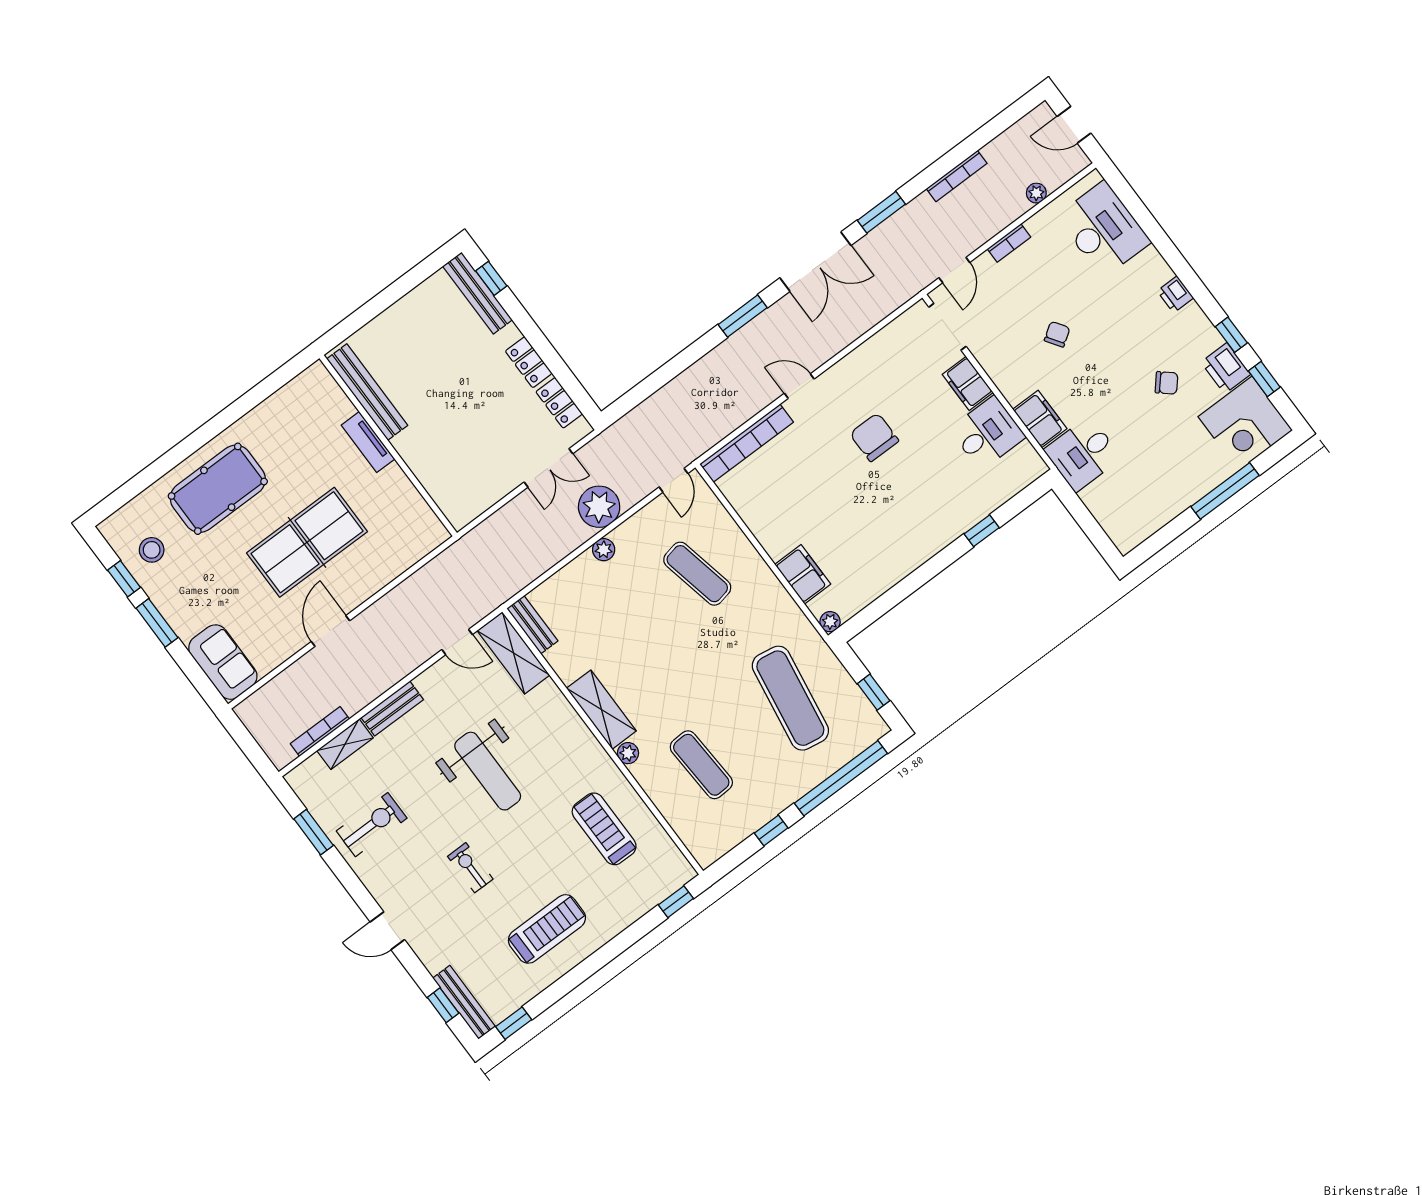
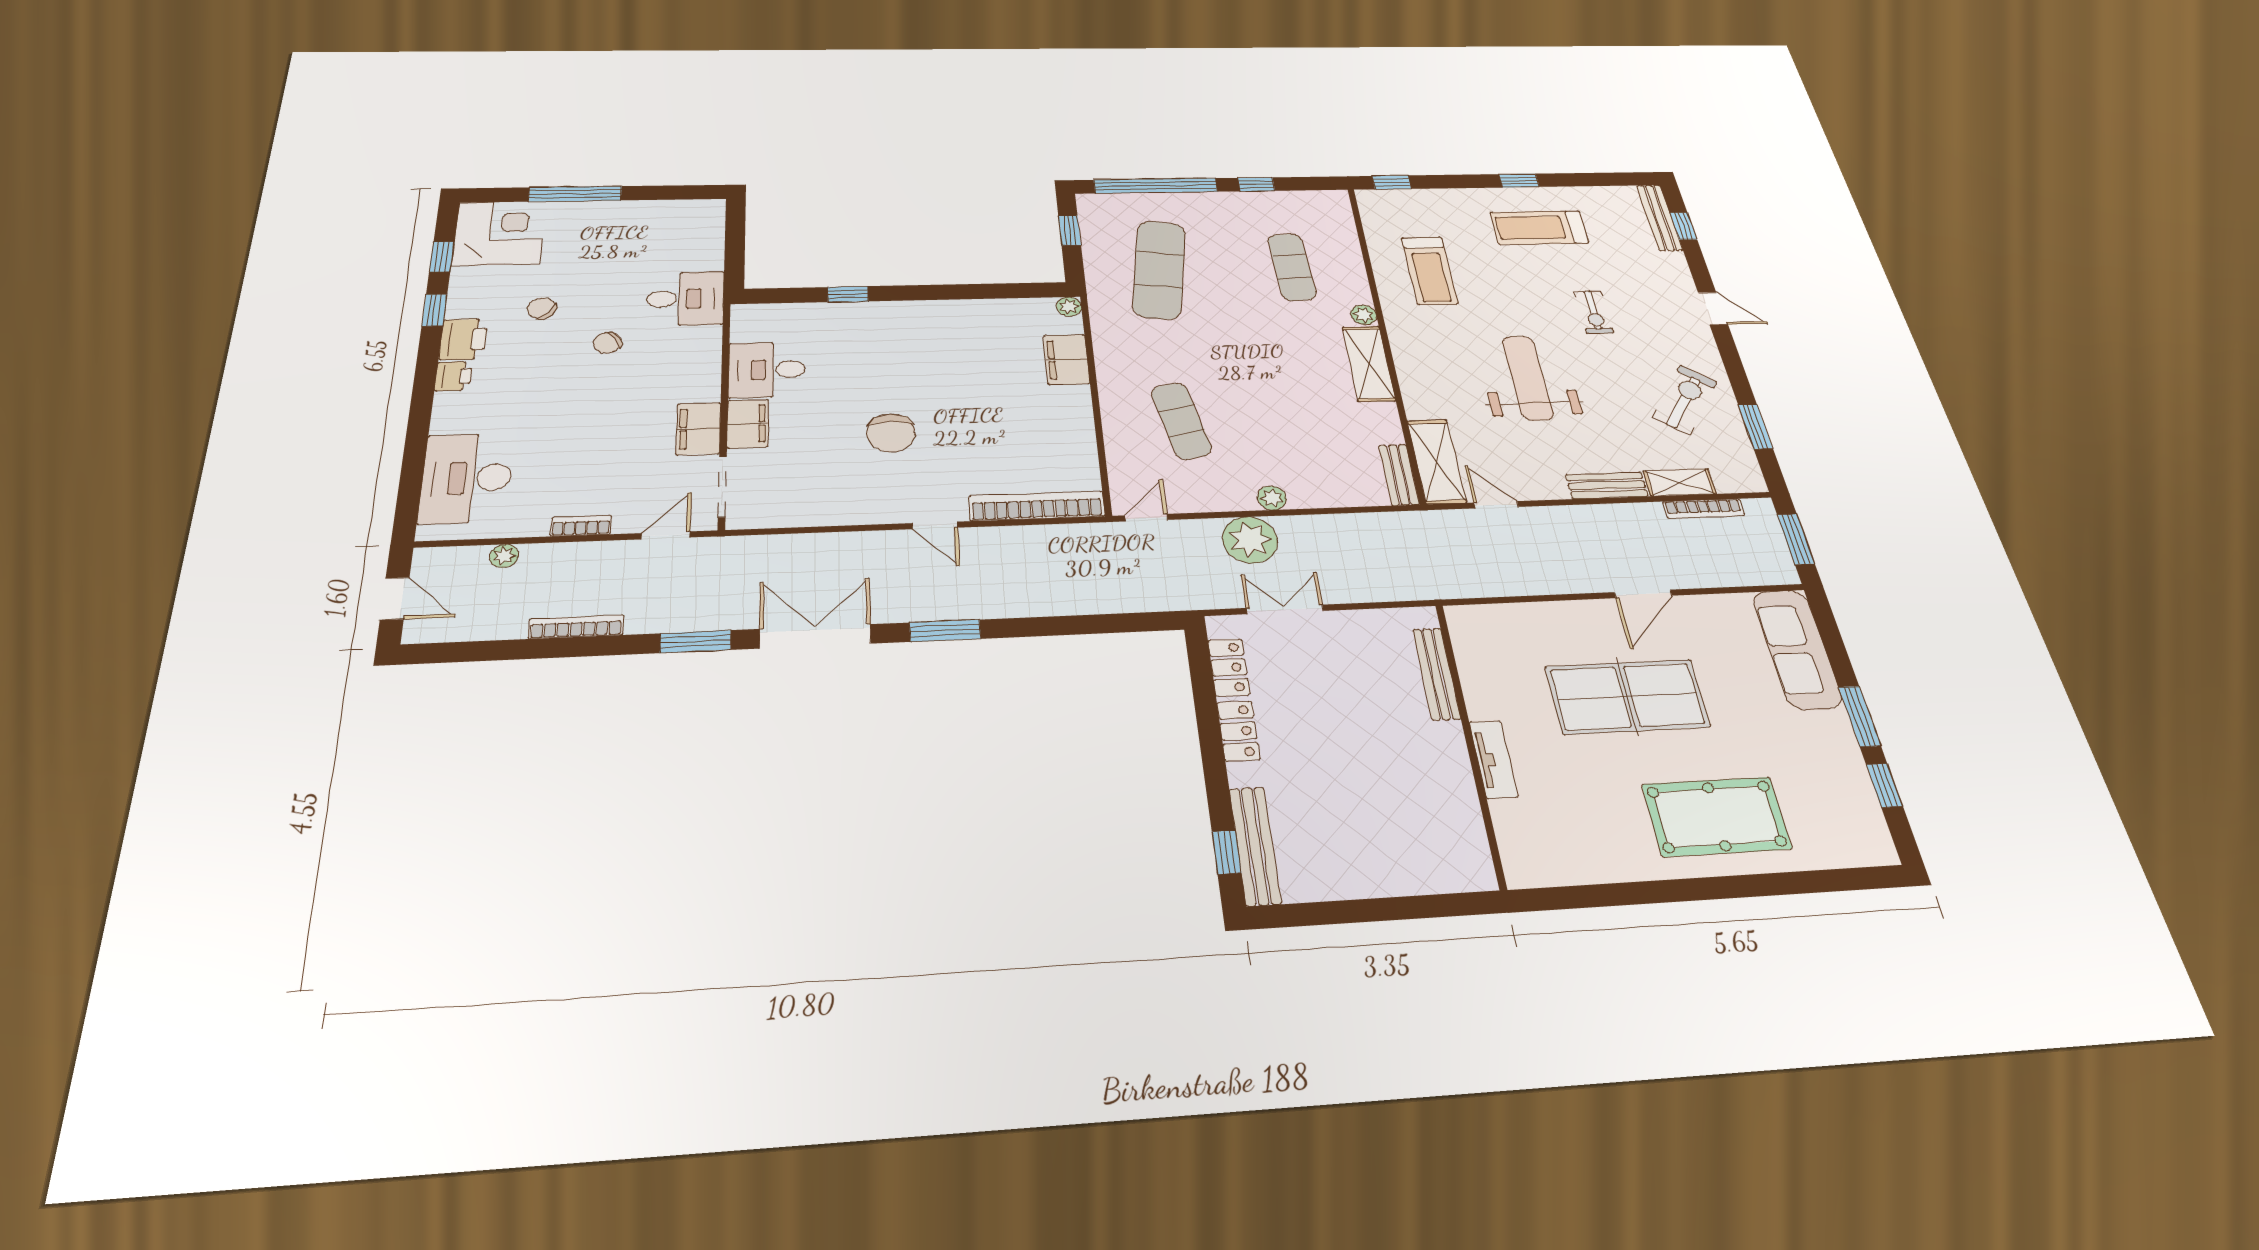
chair: (1057, 334) -> (607, 343), moved
printer: (1226, 368) -> (463, 339), moved
bench: (367, 392) -> (1437, 674), moved, width x0.73, depth x0.82
filing cabinet: (1040, 419) -> (698, 429), moved
stool: (152, 550) -> (1835, 797), removed
sofa: (223, 662) -> (1797, 649), width x1.36
window: (249, 746) -> (1796, 539), added
exercise bike: (372, 825) -> (1685, 400), turned 126
window: (514, 1023) -> (1519, 181), moved

